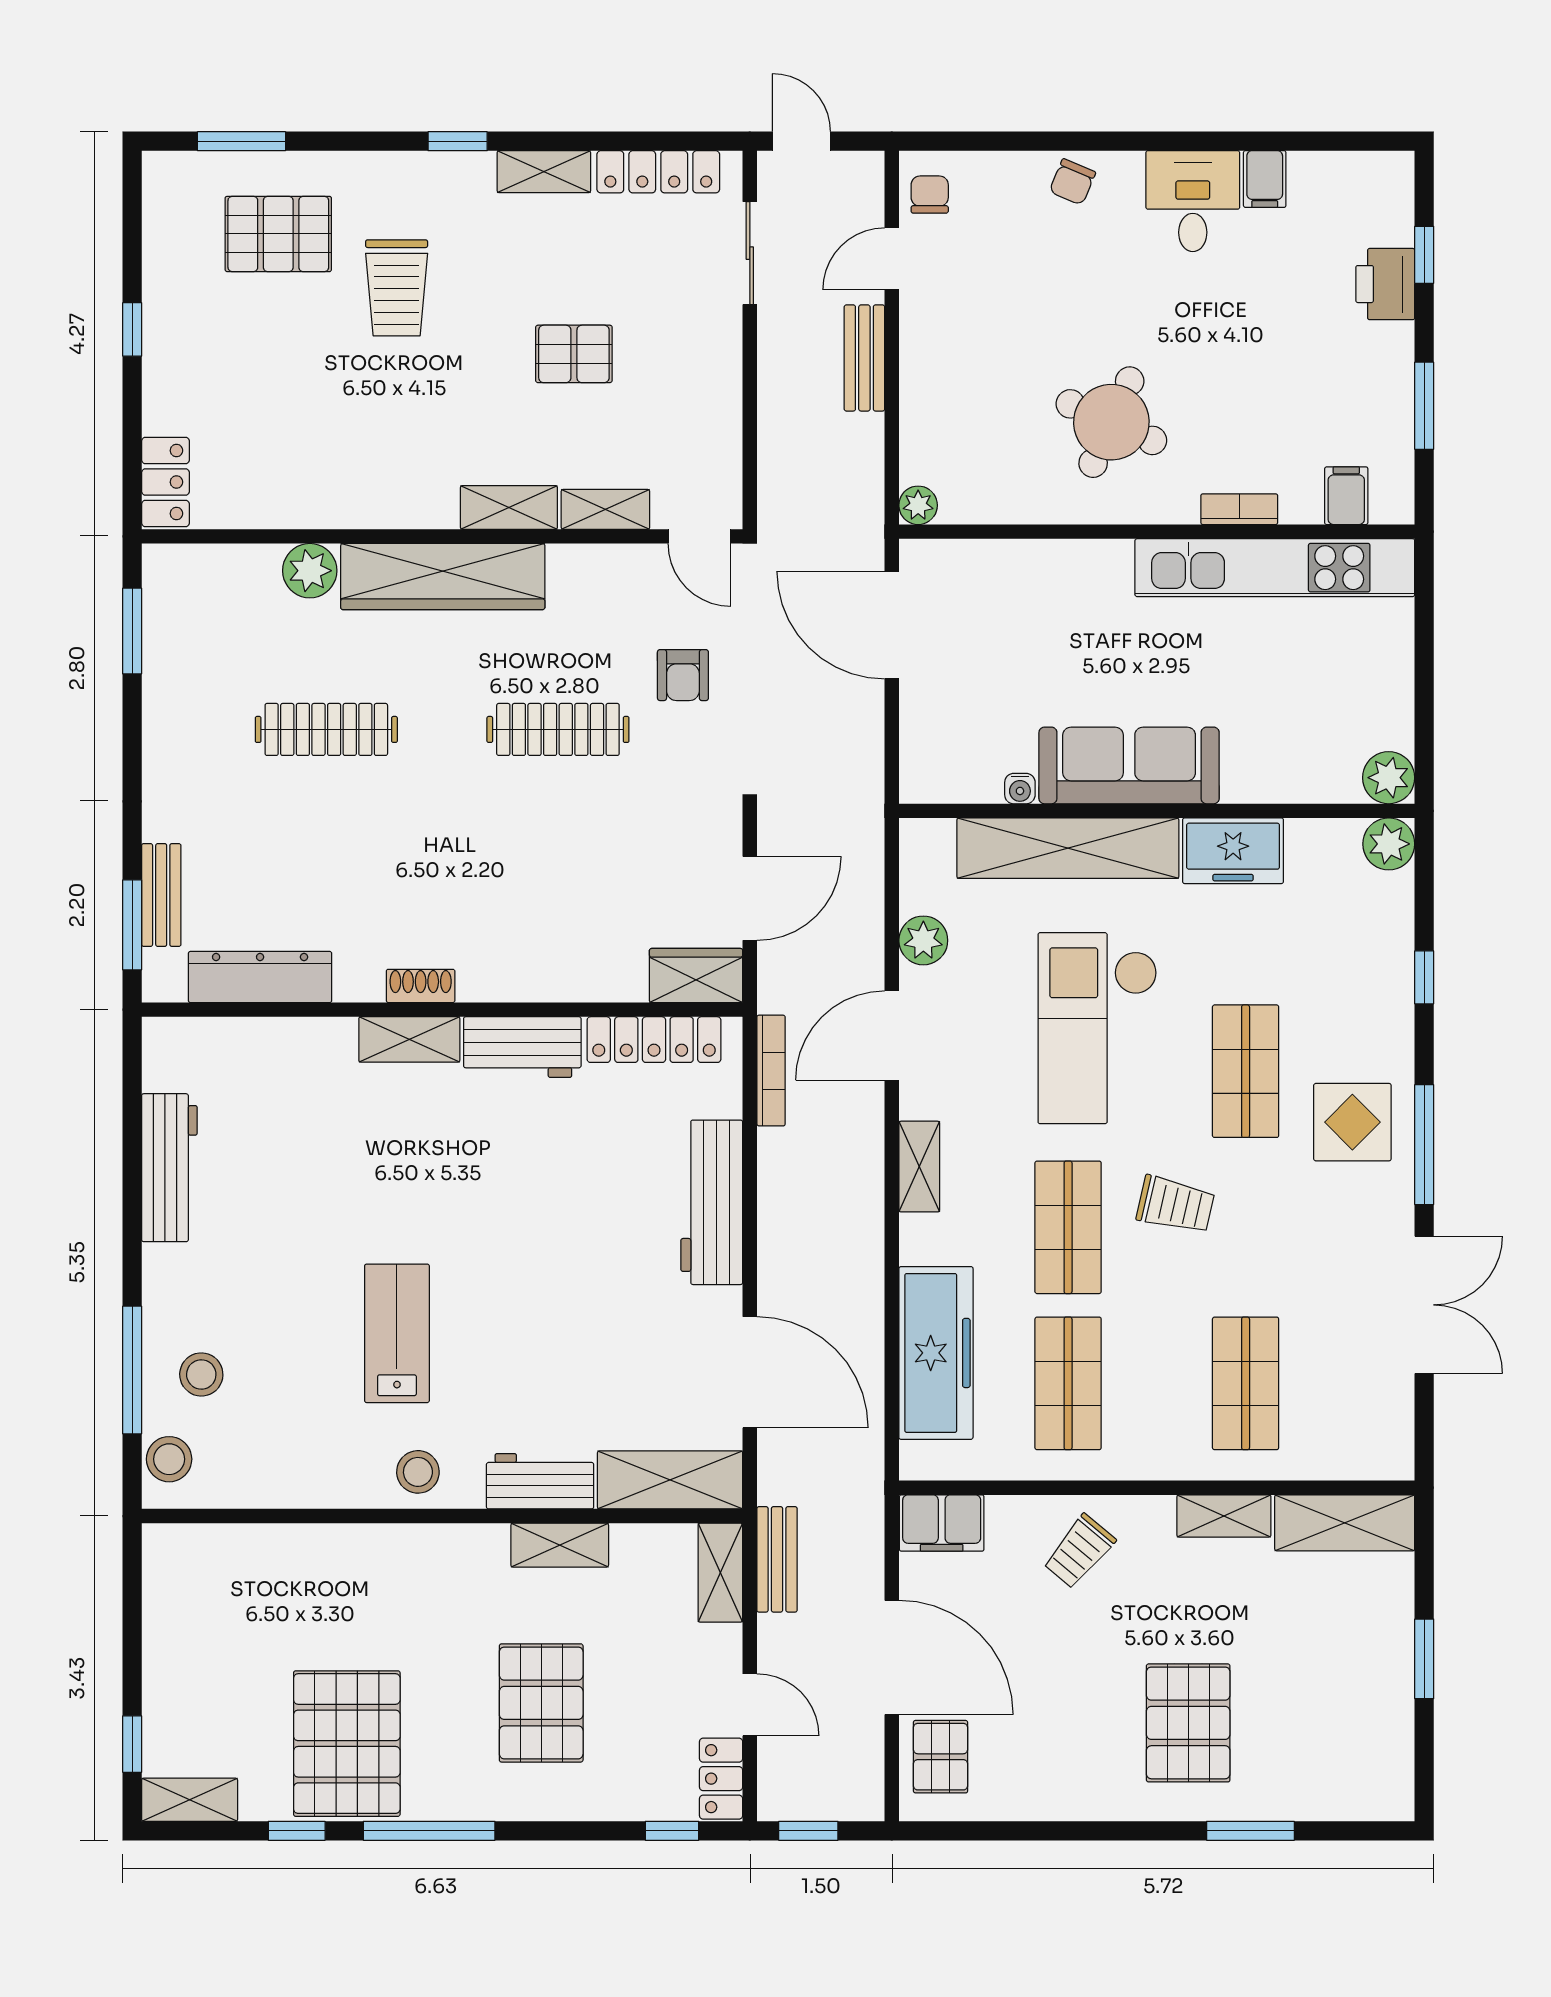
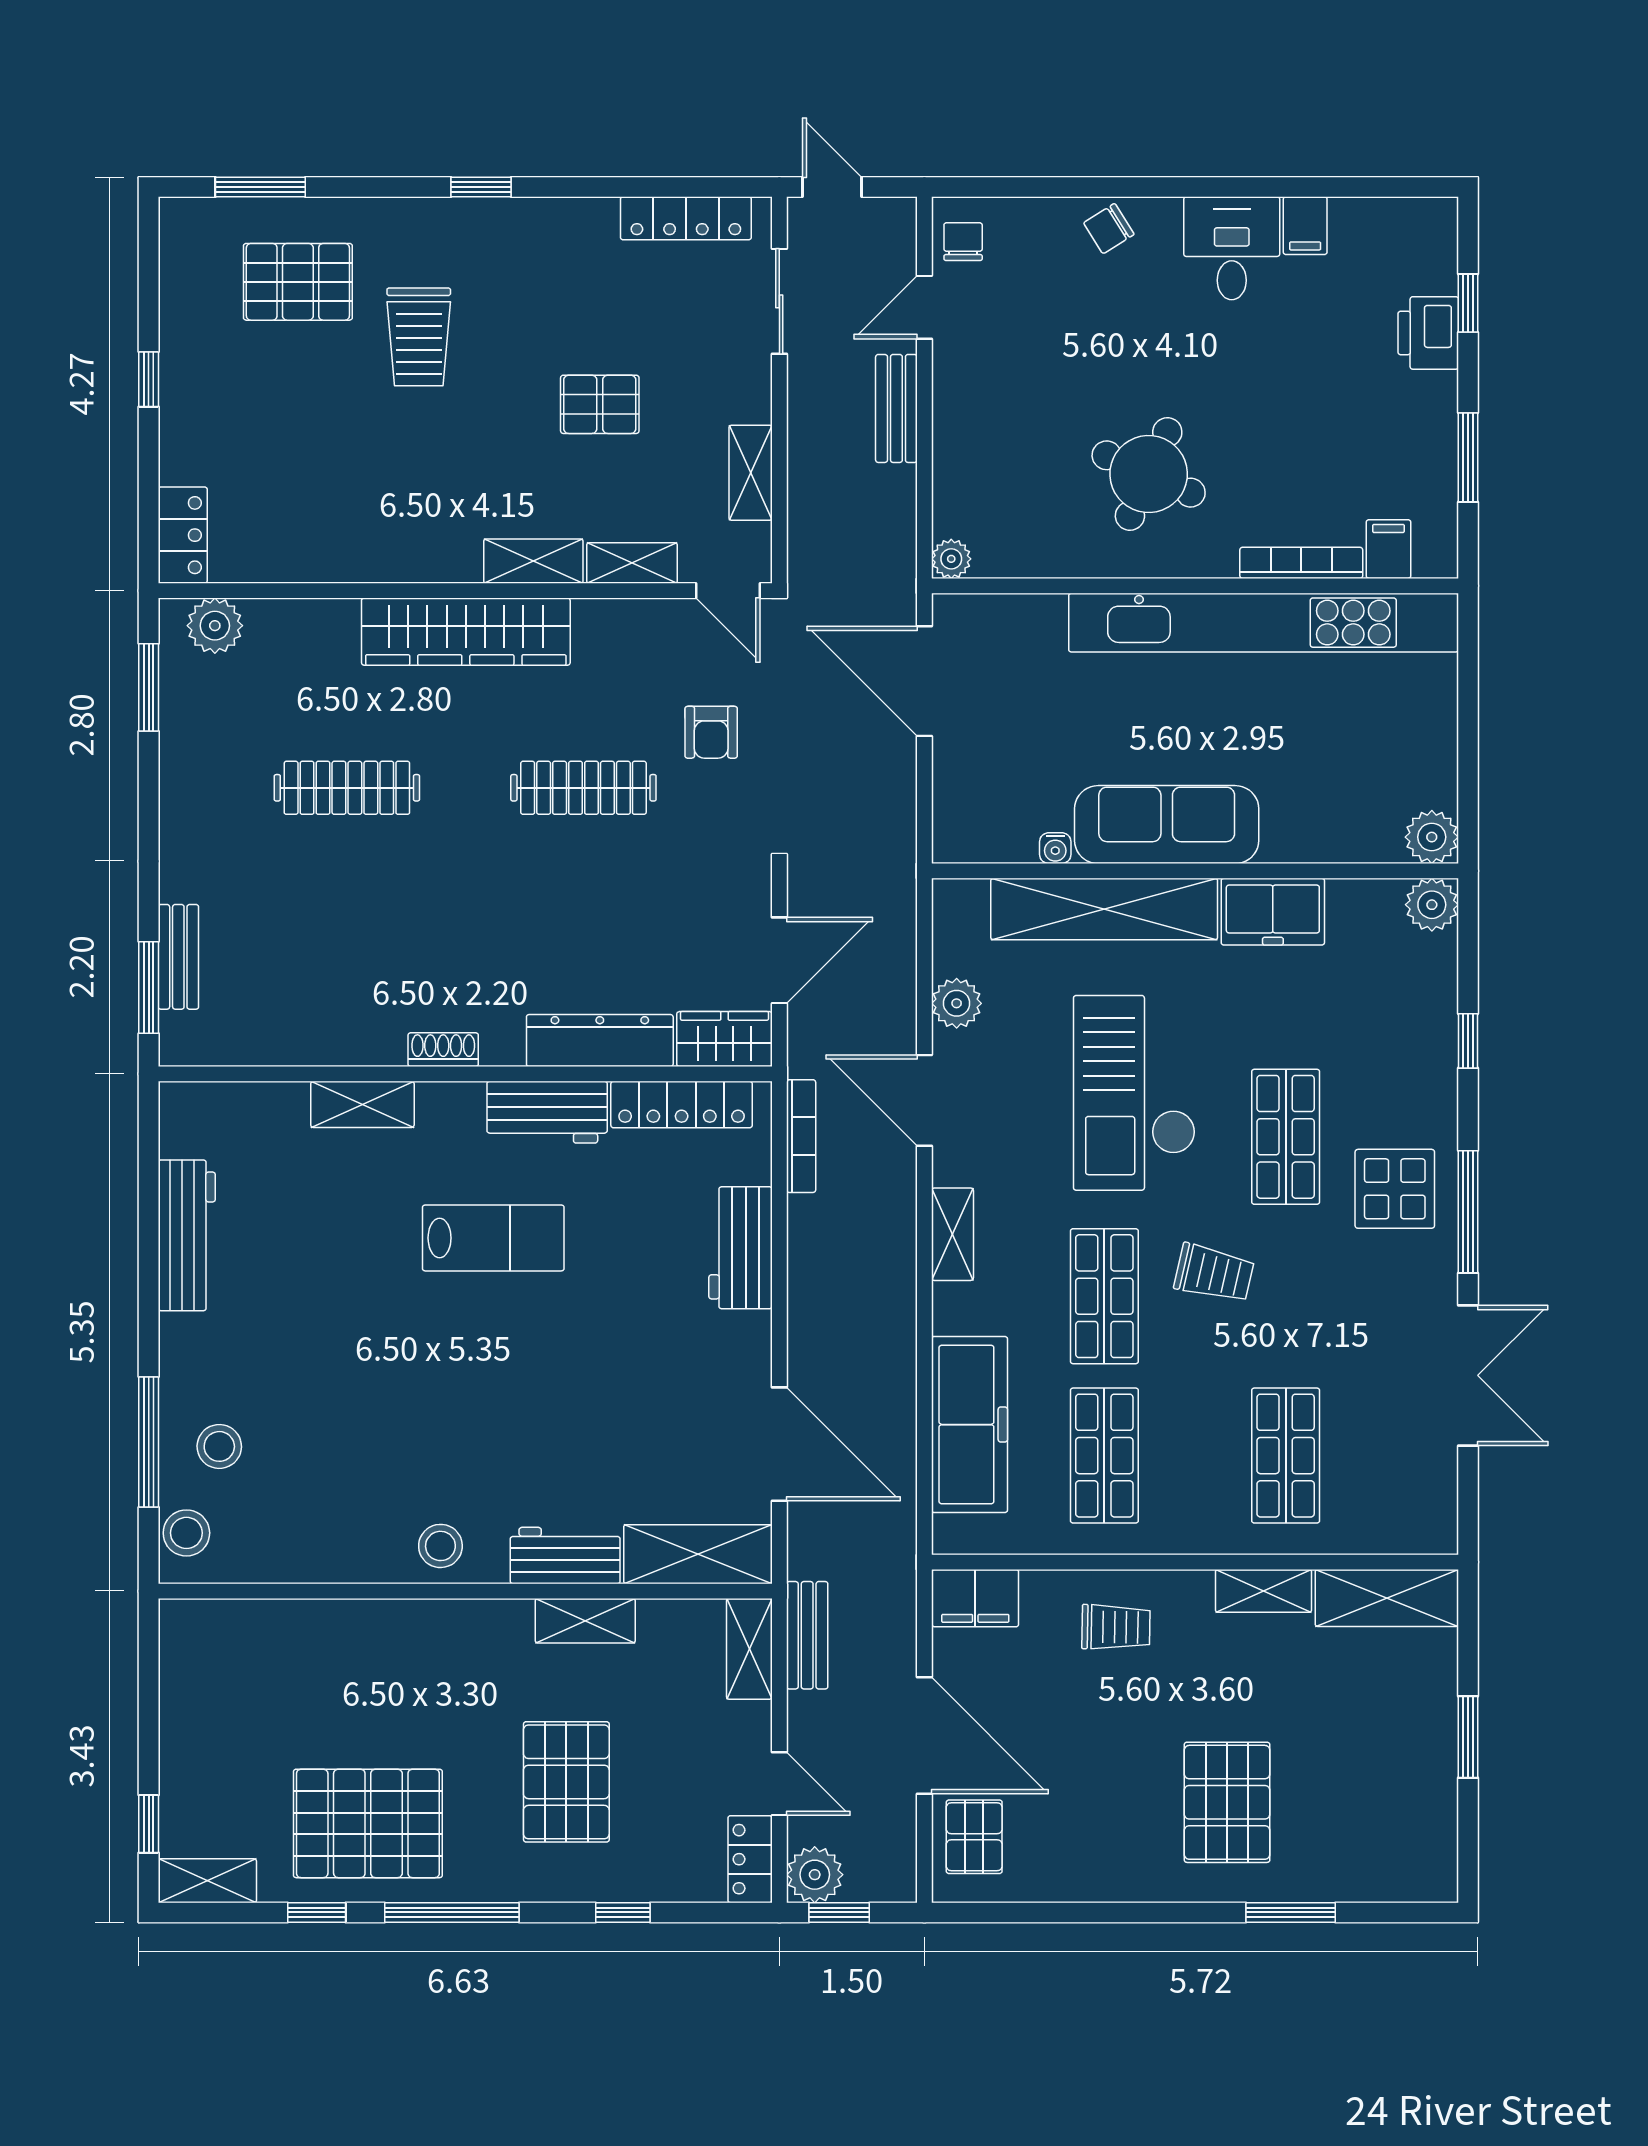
shelving: (544, 172) -> (751, 473), moved, turned 90
chair: (1072, 182) -> (1109, 229), turned 35
bookcase: (1239, 509) -> (1301, 563), width x1.56
kitchen unit: (1275, 568) -> (1264, 623), width x1.36
plant: (310, 571) -> (215, 626), moved
dresser: (260, 977) -> (600, 1041), moved
door: (892, 1036) -> (924, 1100), hinge flipped
shelving: (409, 1039) -> (362, 1104), moved
workbench: (712, 1202) -> (741, 1248), width x0.73
lab bench: (397, 1333) -> (493, 1238), moved, turned 90
trolley: (1079, 1551) -> (1116, 1627), turned -129
pallet: (347, 1744) -> (368, 1823), turned 90
plant: (784, 1794) -> (815, 1875), added
window: (672, 1831) -> (623, 1912), moved

